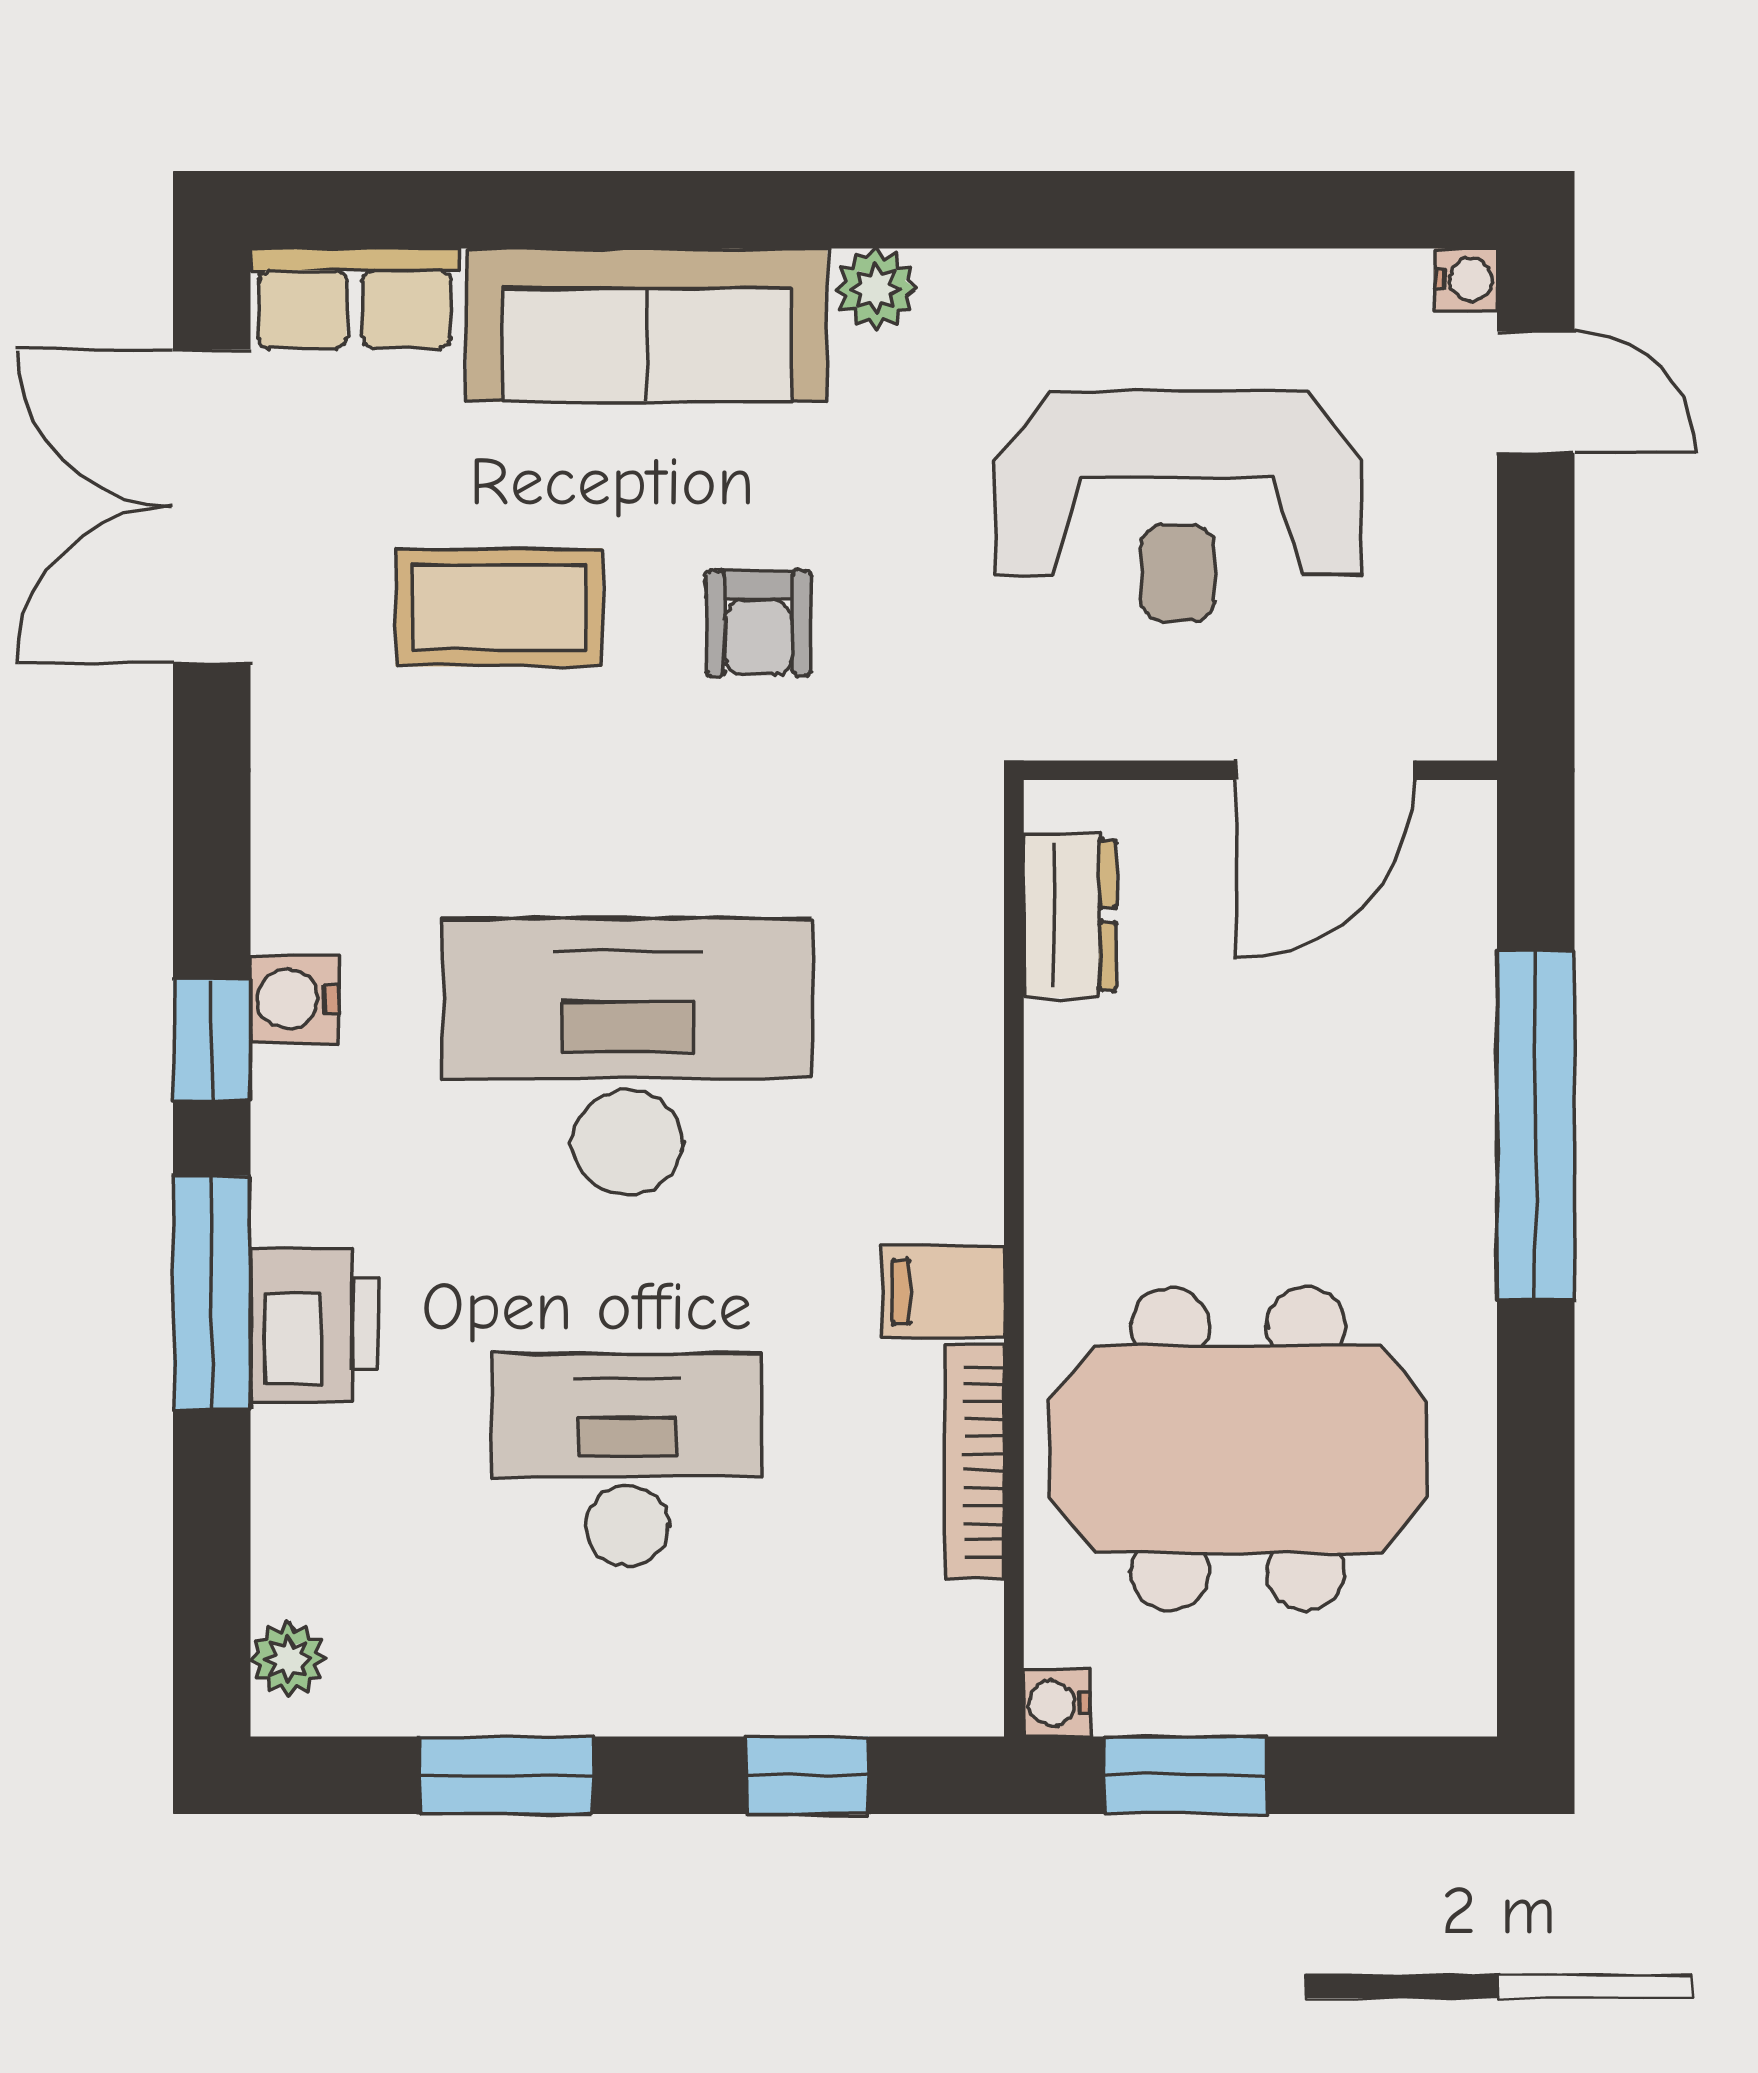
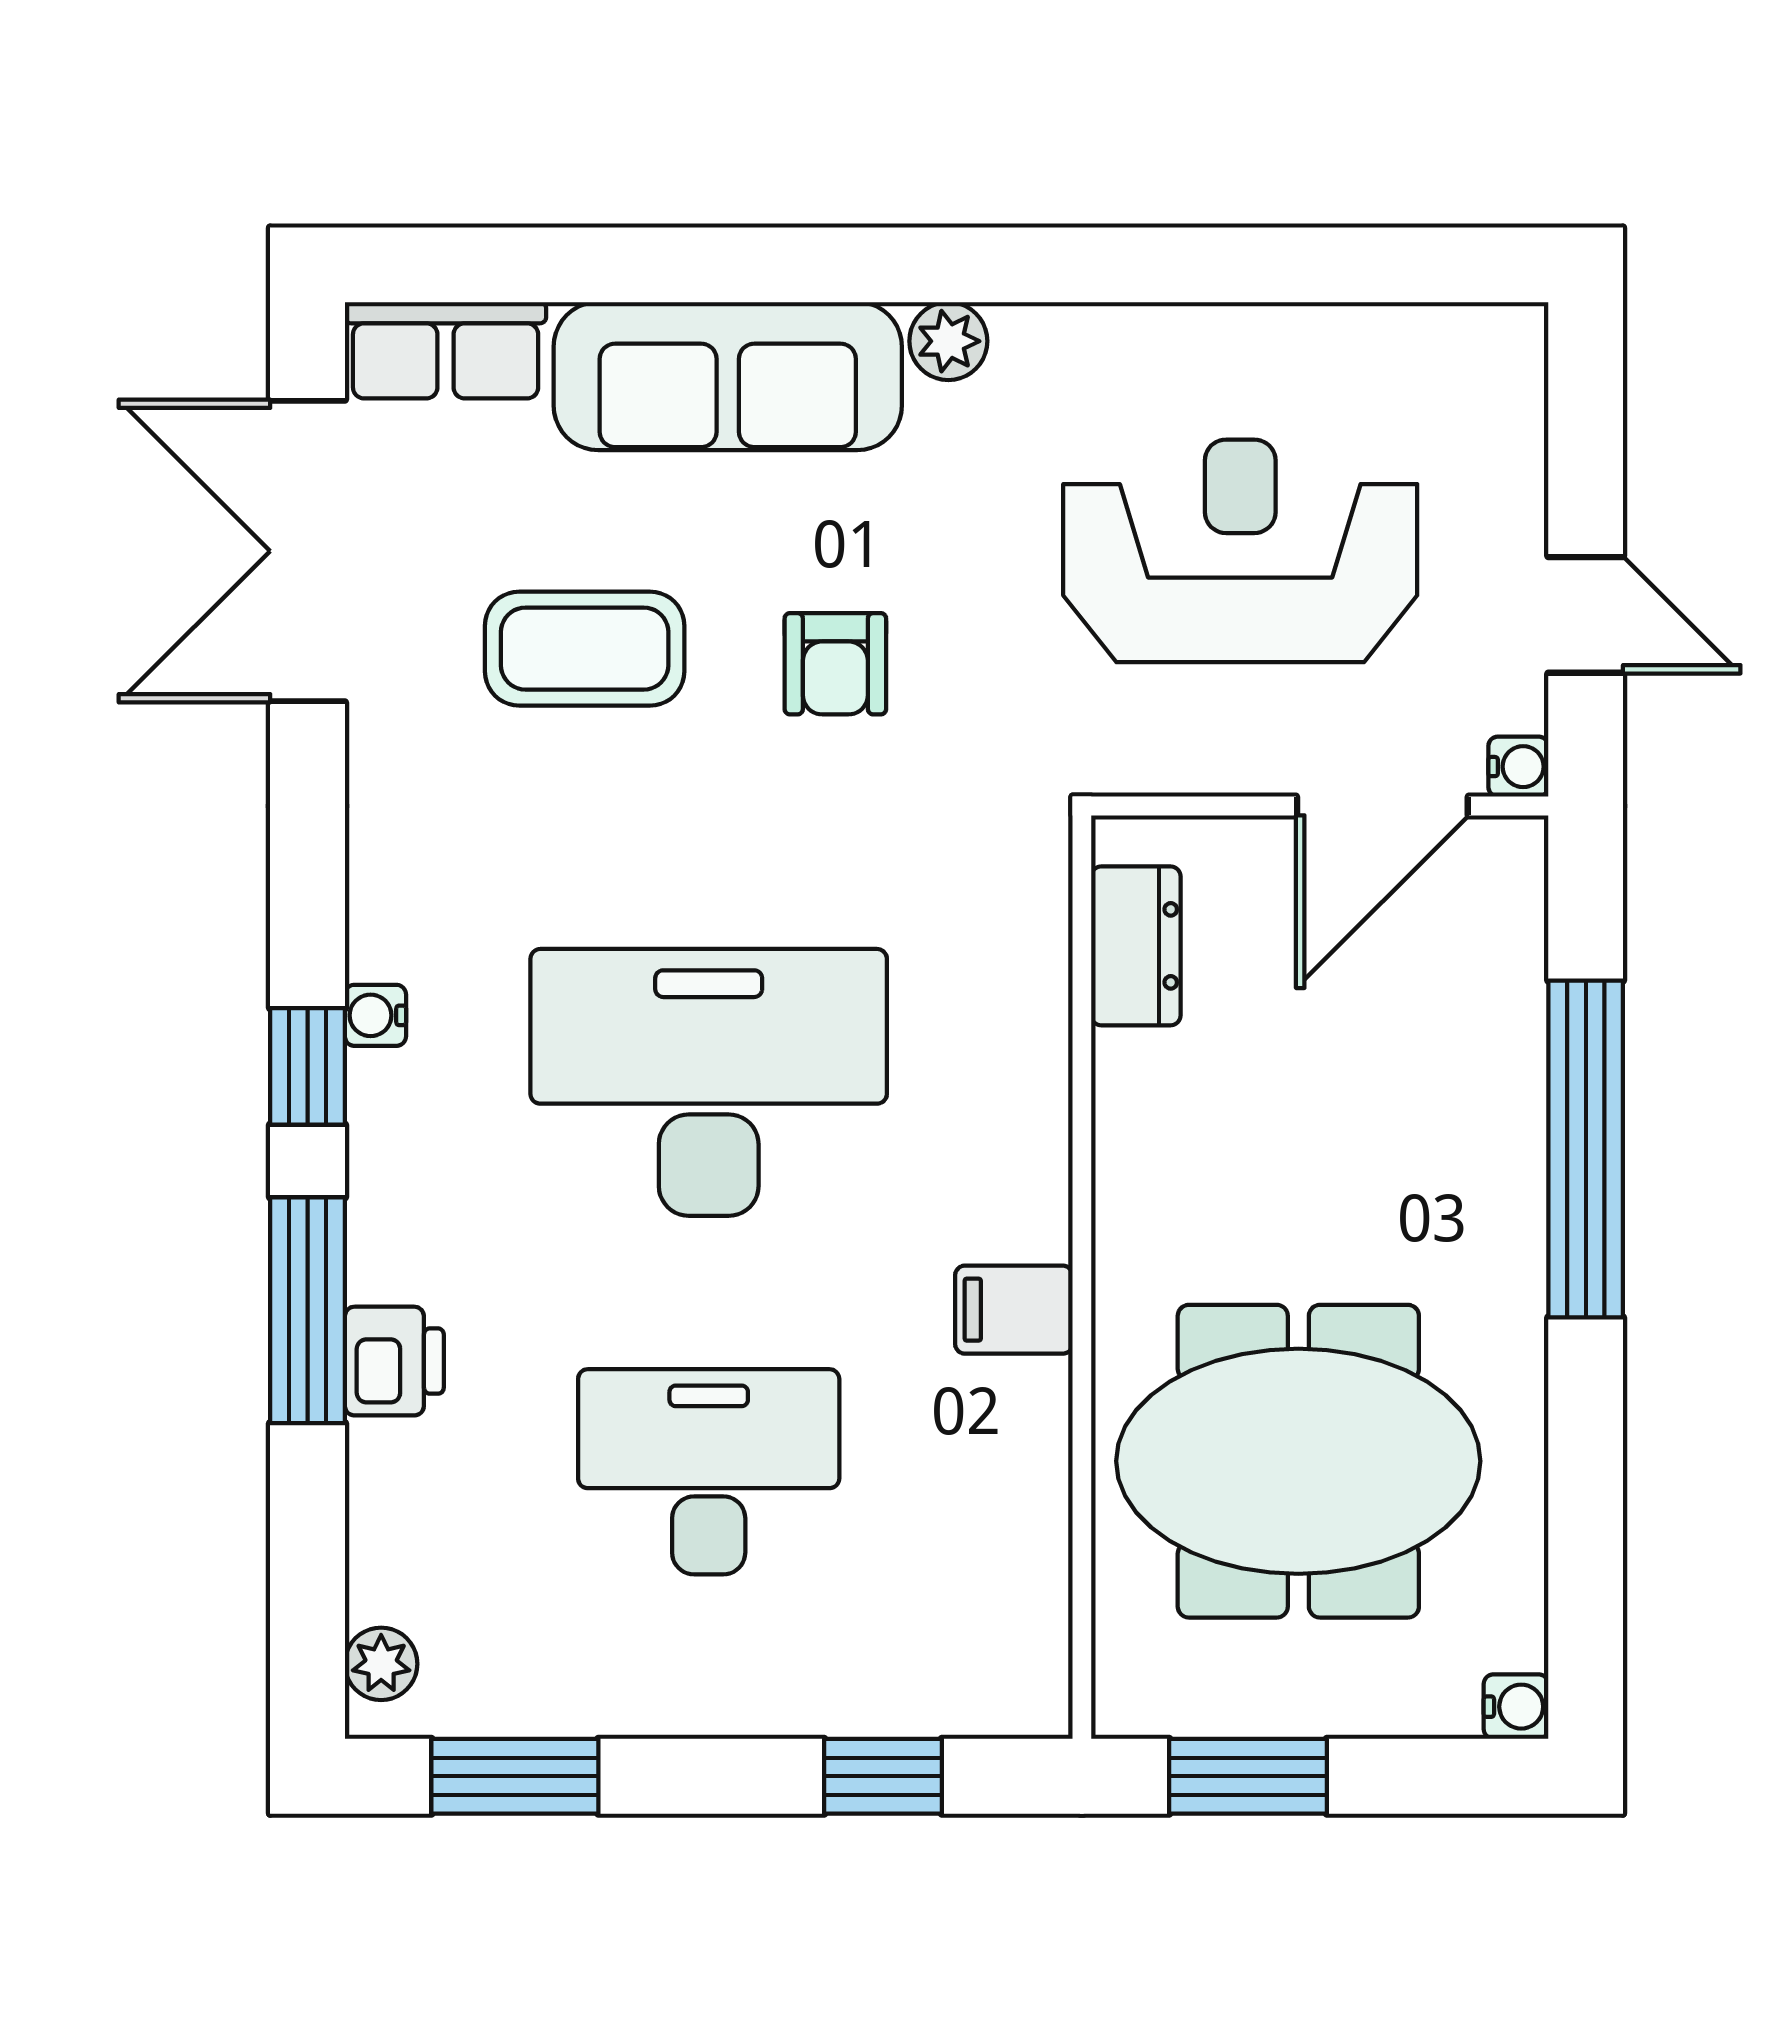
water cooler: (1466, 280) -> (1518, 767), moved
door: (1536, 392) -> (1586, 615), moved
reception desk: (1178, 506) -> (1240, 551), turned 180
water cooler: (294, 999) -> (375, 1015), width x0.72, depth x0.72
printer: (314, 1325) -> (394, 1361), width x0.73, depth x0.81
bookcase: (974, 1462) -> (1044, 1474), removed
water cooler: (1057, 1703) -> (1516, 1707), moved, turned 180
window: (506, 1775) -> (515, 1776), moved

